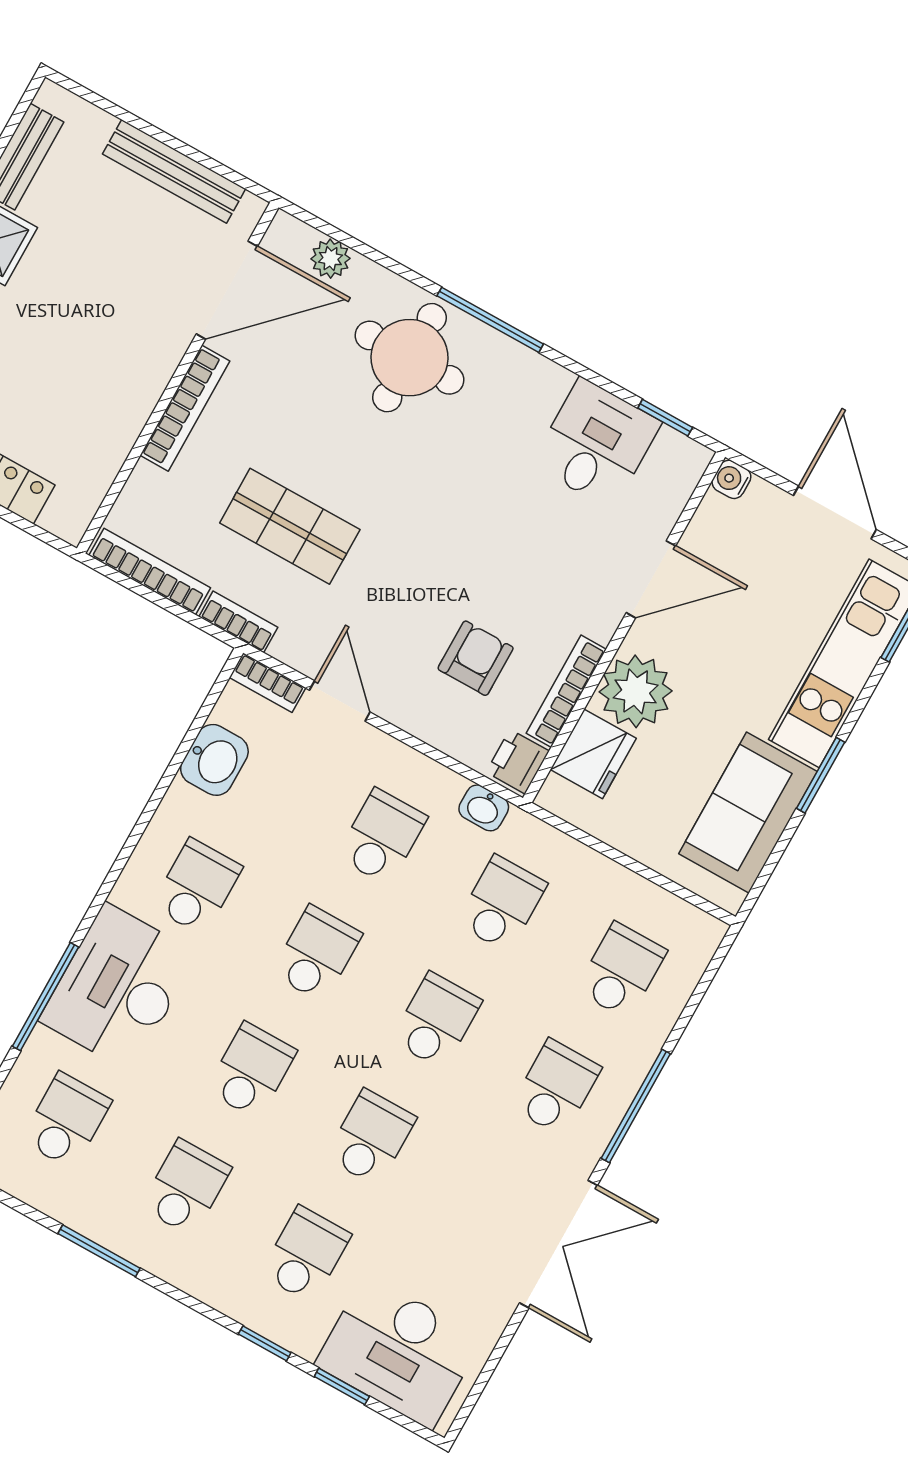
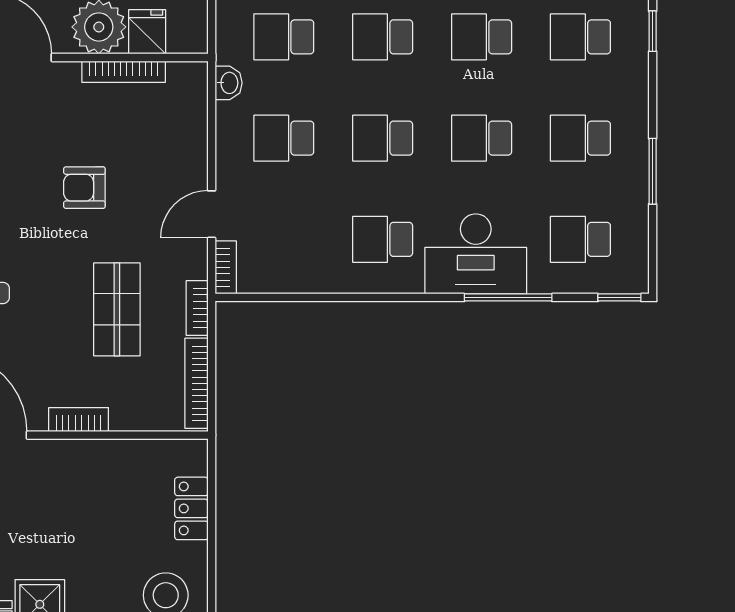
bookcase: (185, 408) -> (79, 420), width x0.64
armchair: (476, 658) -> (84, 188), moved
fridge: (593, 754) -> (147, 32), width x0.72
washbasin: (214, 760) -> (295, 274), removed
printer: (518, 762) -> (187, 78), removed

